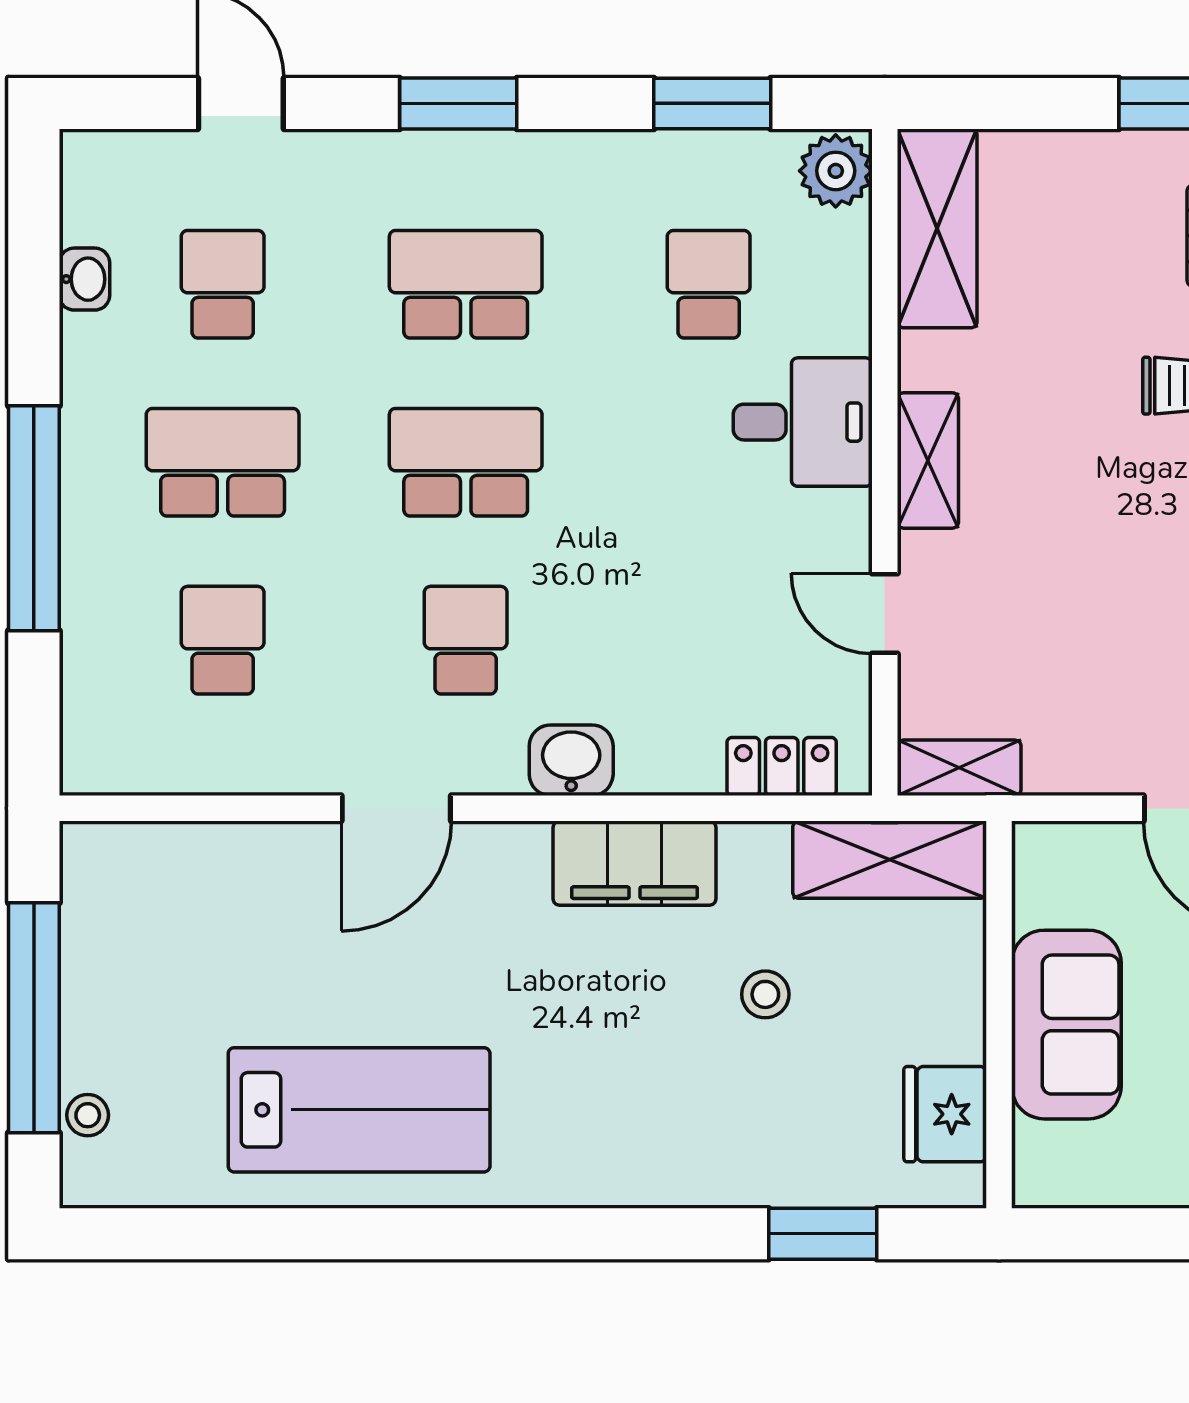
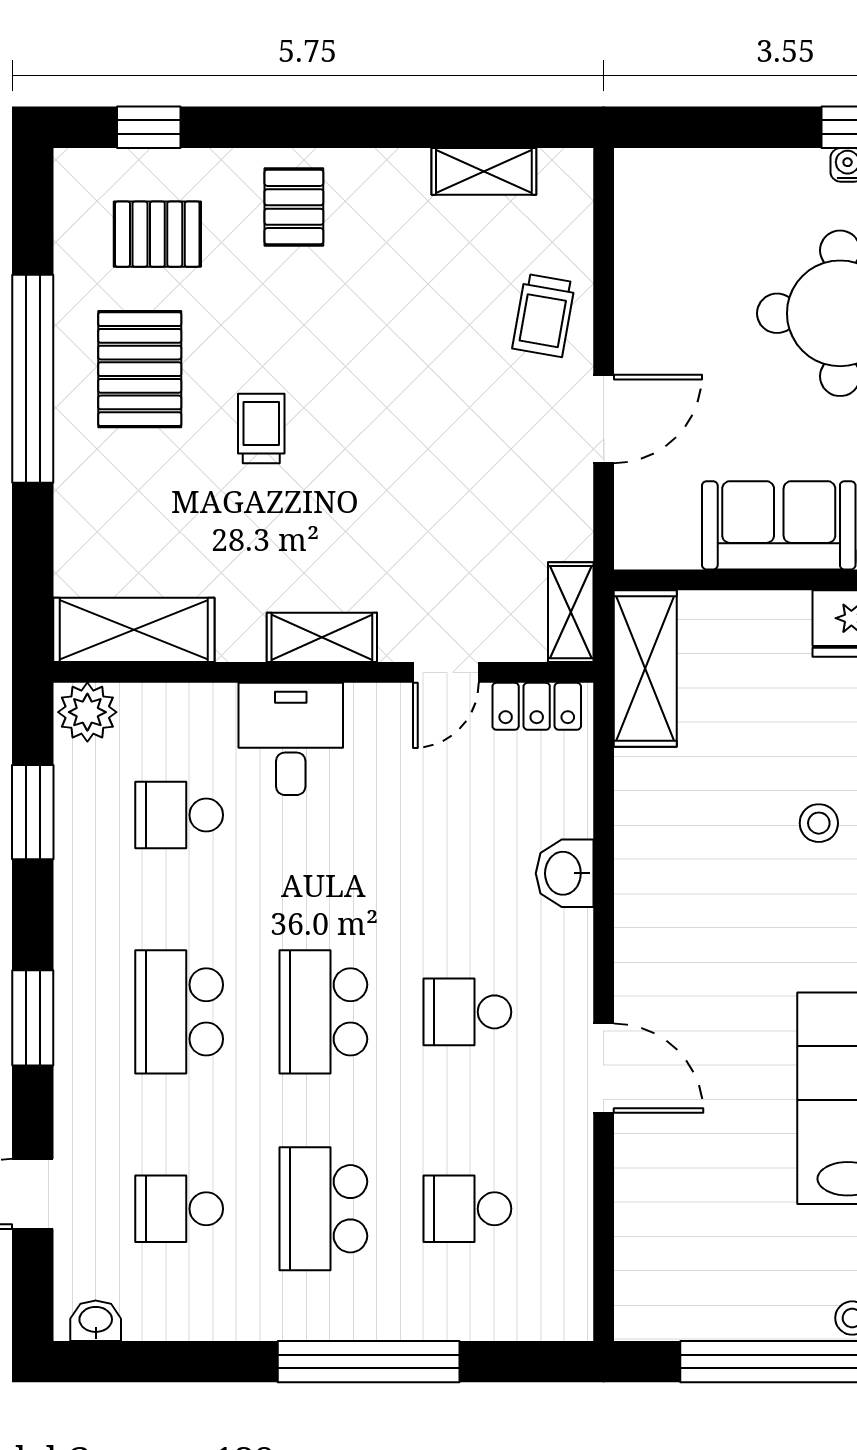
washbasin: (84, 279) -> (96, 1321), moved
washbasin: (571, 760) -> (565, 873), moved
locker: (782, 766) -> (537, 706), moved, turned -90
filing cabinet: (635, 863) -> (648, 875), removed
stool: (765, 994) -> (819, 823), moved

